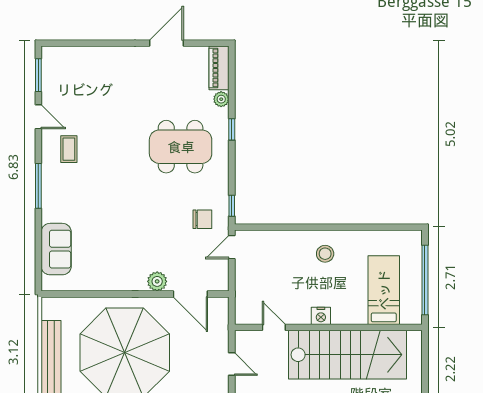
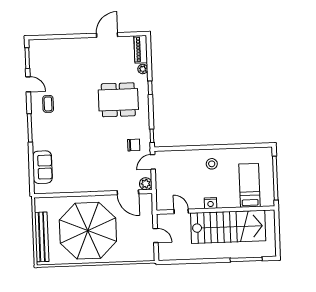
plant: (157, 281) -> (146, 184), moved

